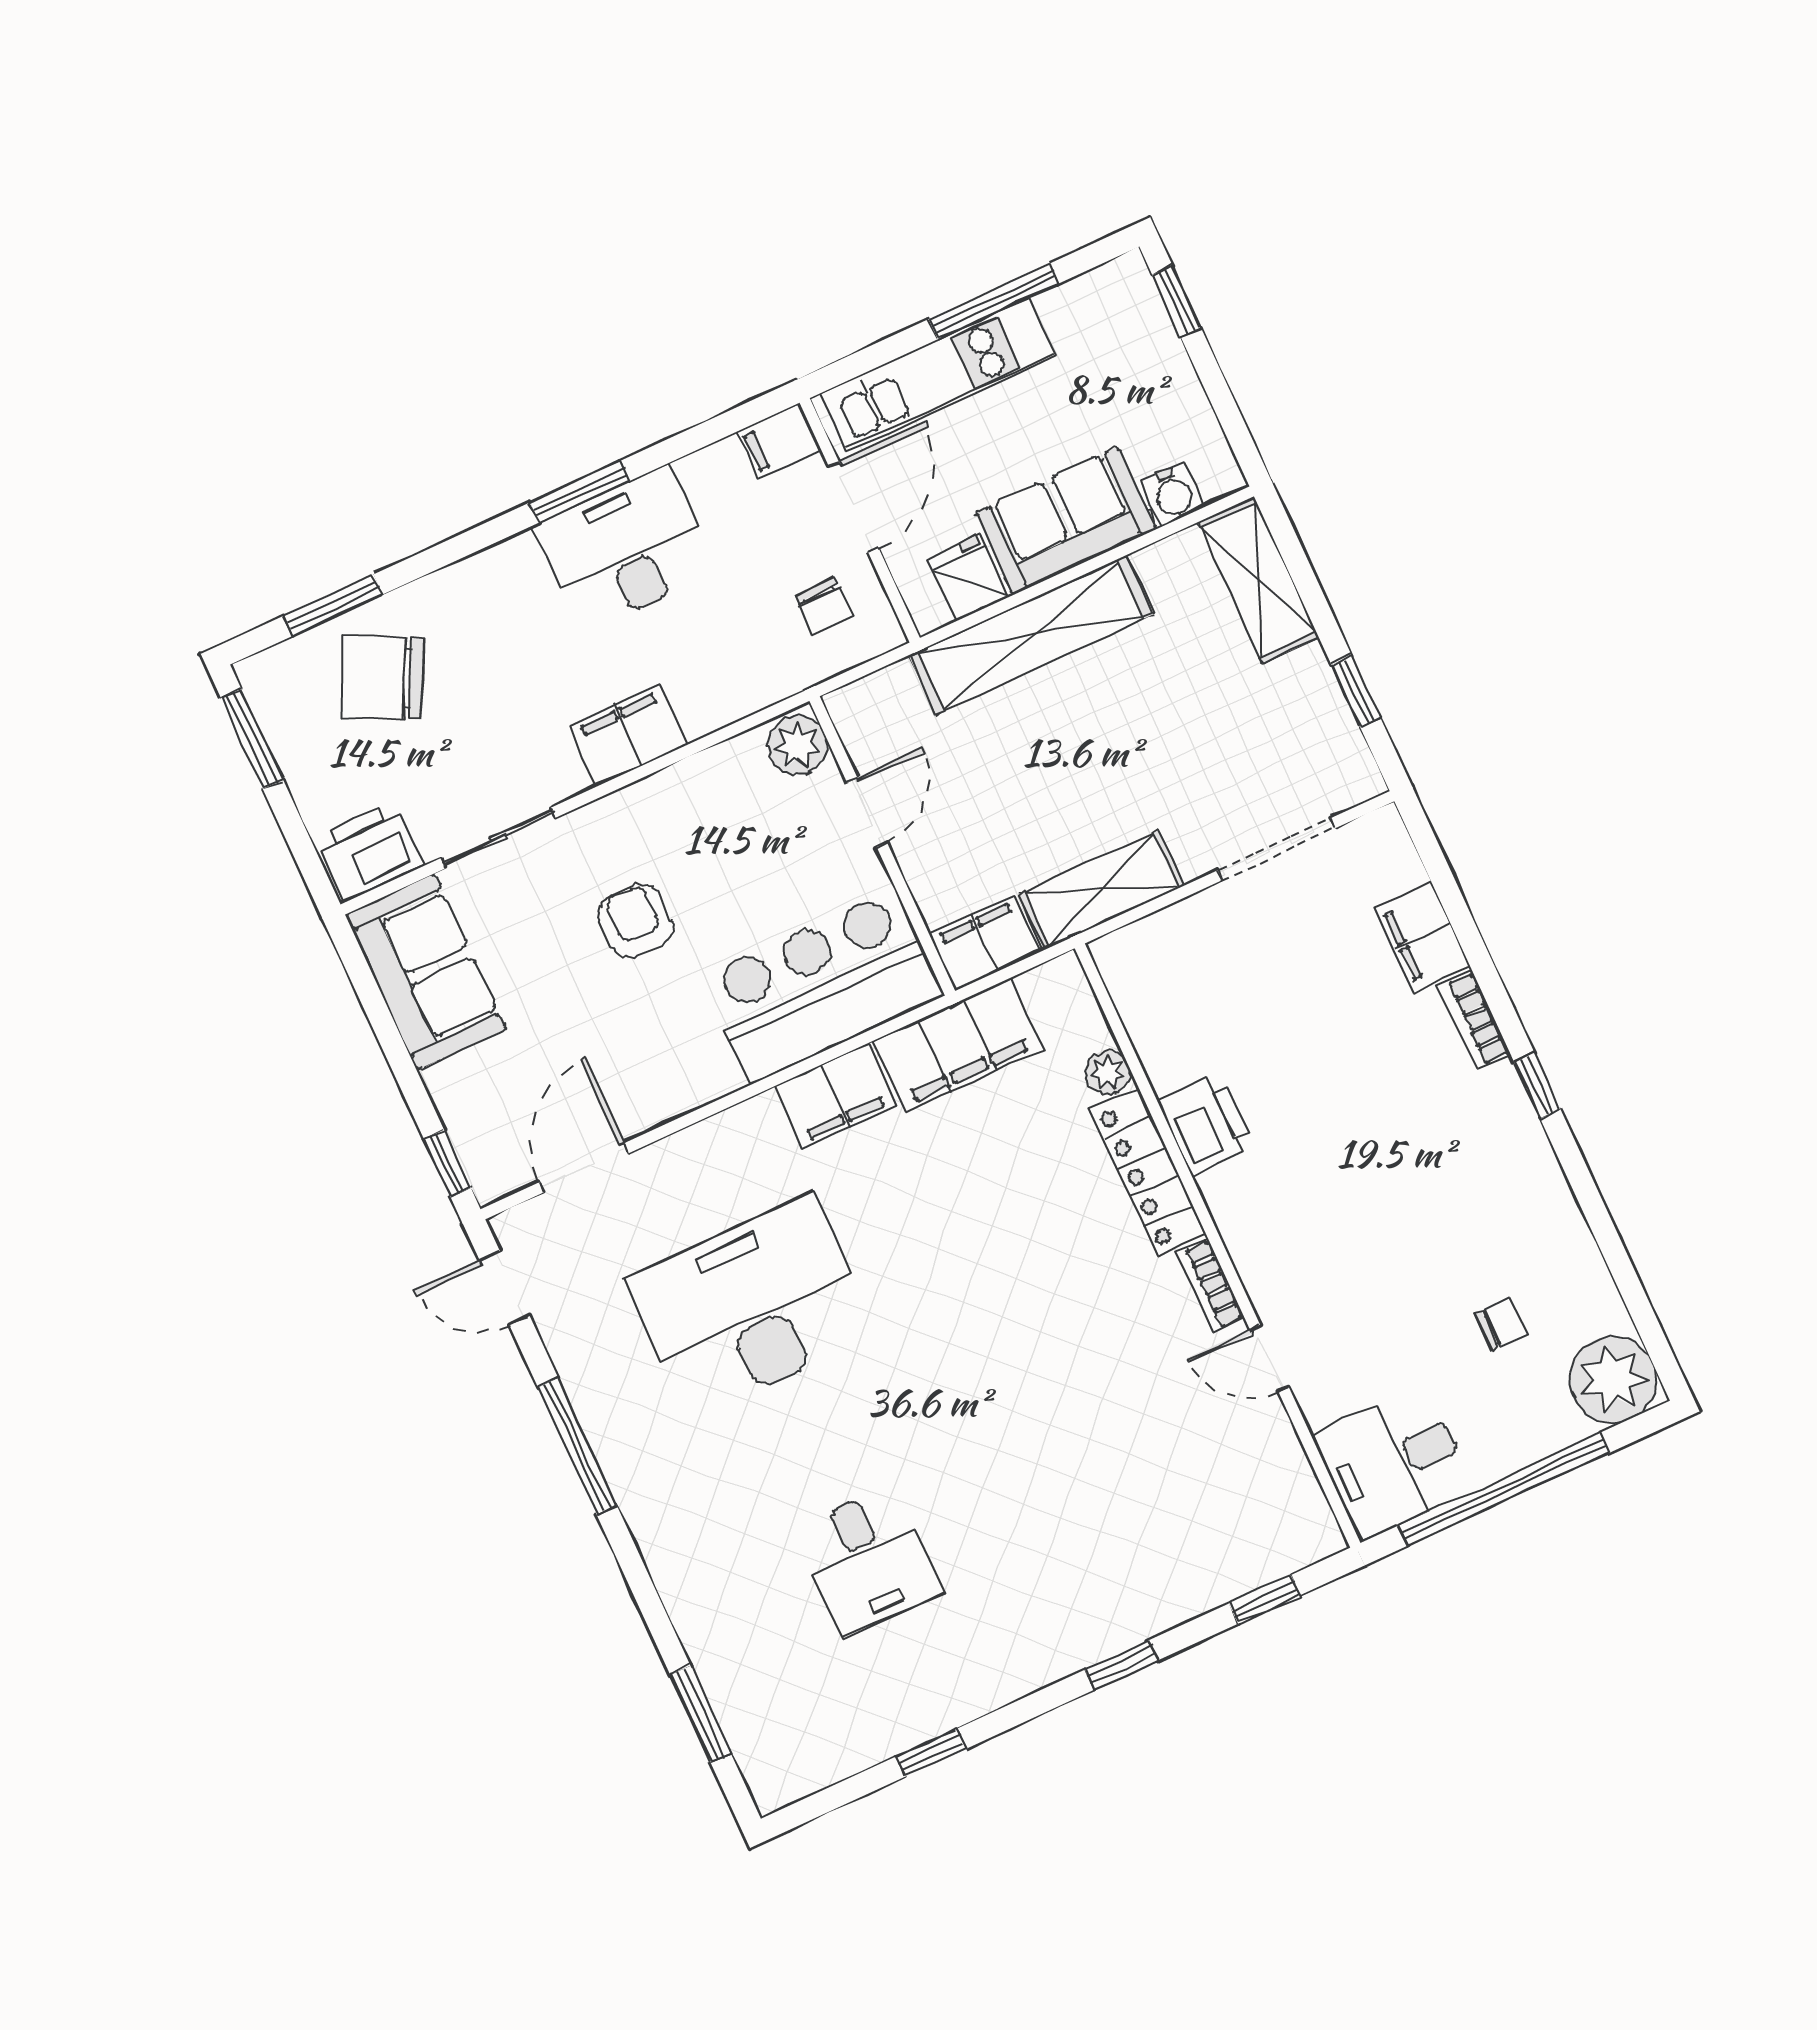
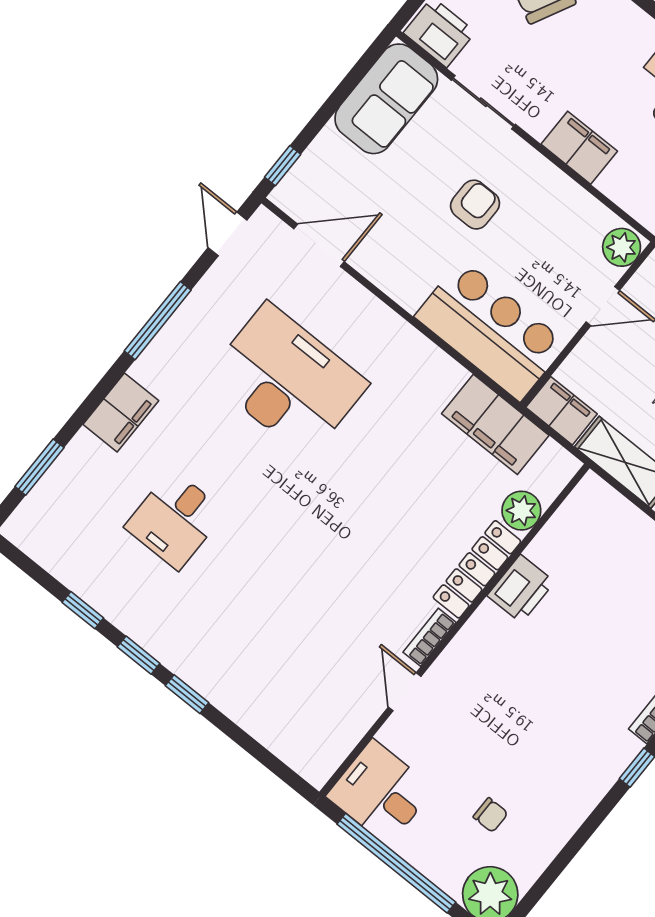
plant: (1108, 1073) -> (521, 511), width x1.38, depth x1.38
filing cabinet: (835, 1096) -> (121, 412), moved, turned -90
window: (1264, 1599) -> (139, 655), moved

